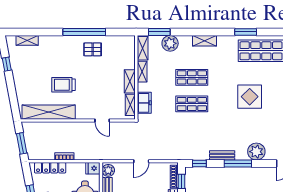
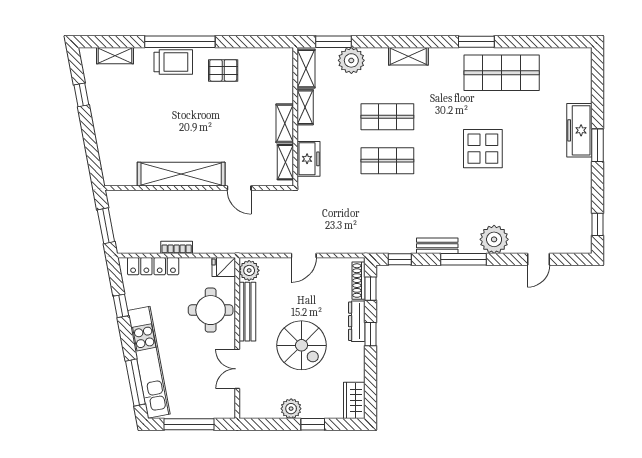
window: (84, 32) -> (180, 42), moved
trolley: (63, 85) -> (173, 62), moved, turned 180
shelving: (49, 112) -> (181, 174), moved

